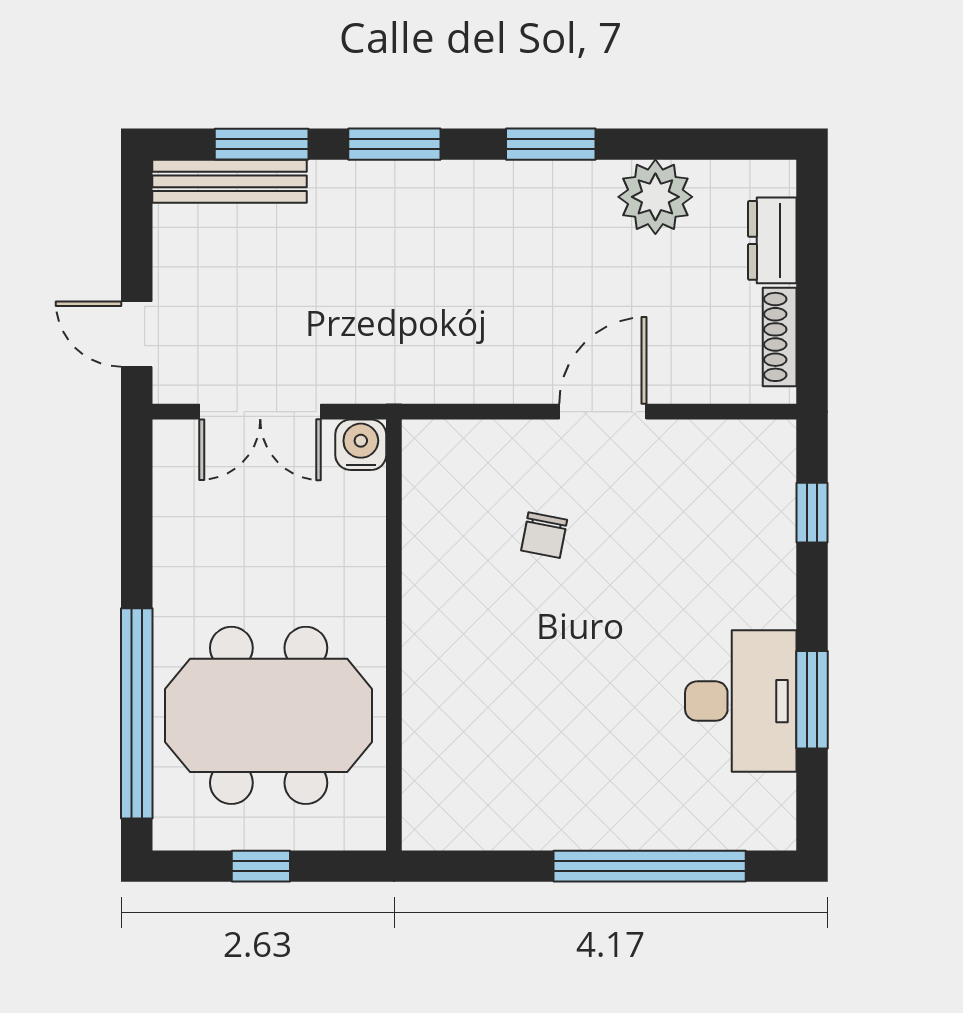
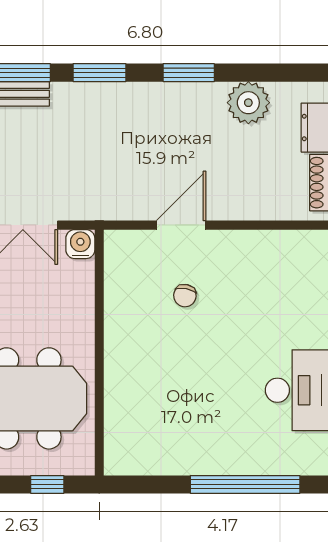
door: (603, 412) -> (181, 225), moved
window: (261, 866) -> (47, 484), moved

